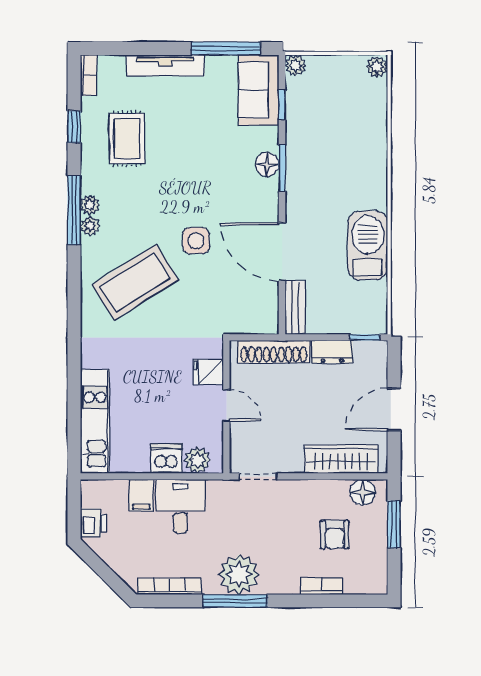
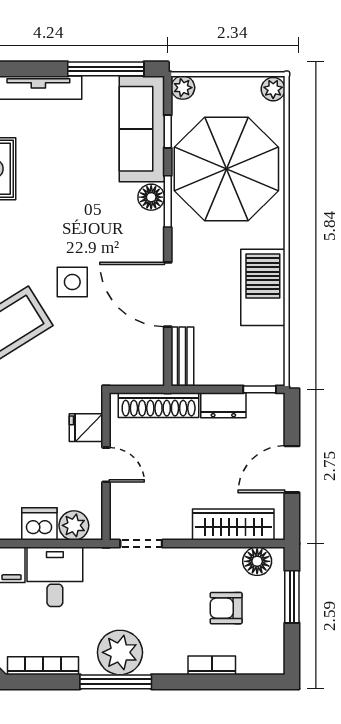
sofa: (259, 90) -> (142, 129), width x1.36
parasol: (335, 139) -> (226, 169), added
armchair: (335, 535) -> (226, 608), turned 90

